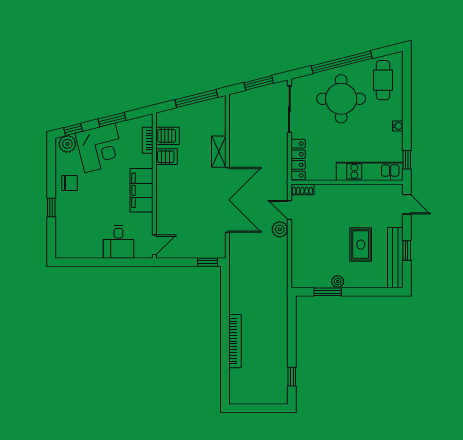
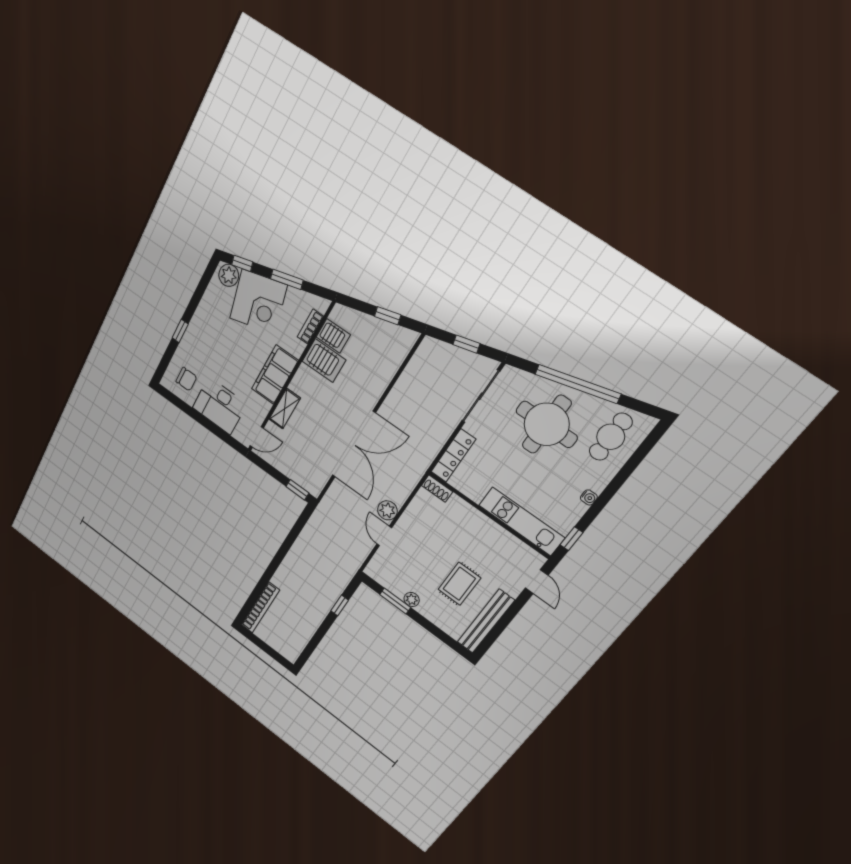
window: (259, 83) -> (467, 344), width x0.67
window: (196, 99) -> (388, 316), width x0.46
shelving: (219, 152) -> (285, 409), moved
server rack: (167, 157) -> (324, 361), width x1.36, depth x1.44
chair: (70, 183) -> (186, 379), moved
door: (289, 210) -> (384, 536), moved
desk: (118, 242) -> (220, 406), width x1.37
window: (407, 251) -> (503, 624), removed
bookcase: (235, 341) -> (260, 608), moved
window: (292, 377) -> (340, 606), moved

